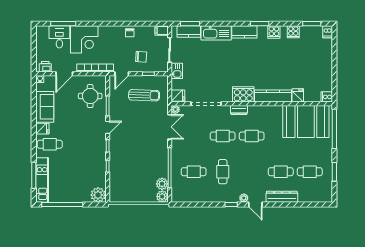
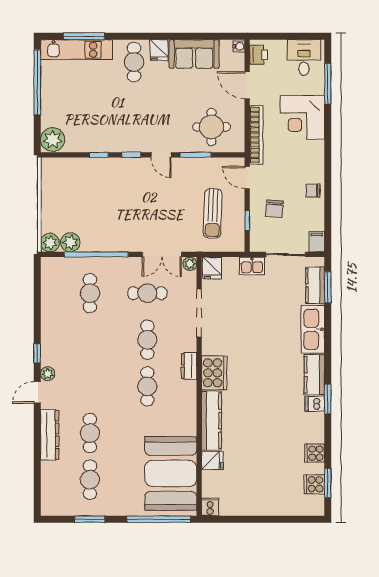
cooker: (274, 32) -> (314, 484), moved
dishwasher: (328, 32) -> (315, 404), moved
desk: (59, 37) -> (304, 57), moved, turned -90
cafe table: (223, 172) -> (147, 293), moved

